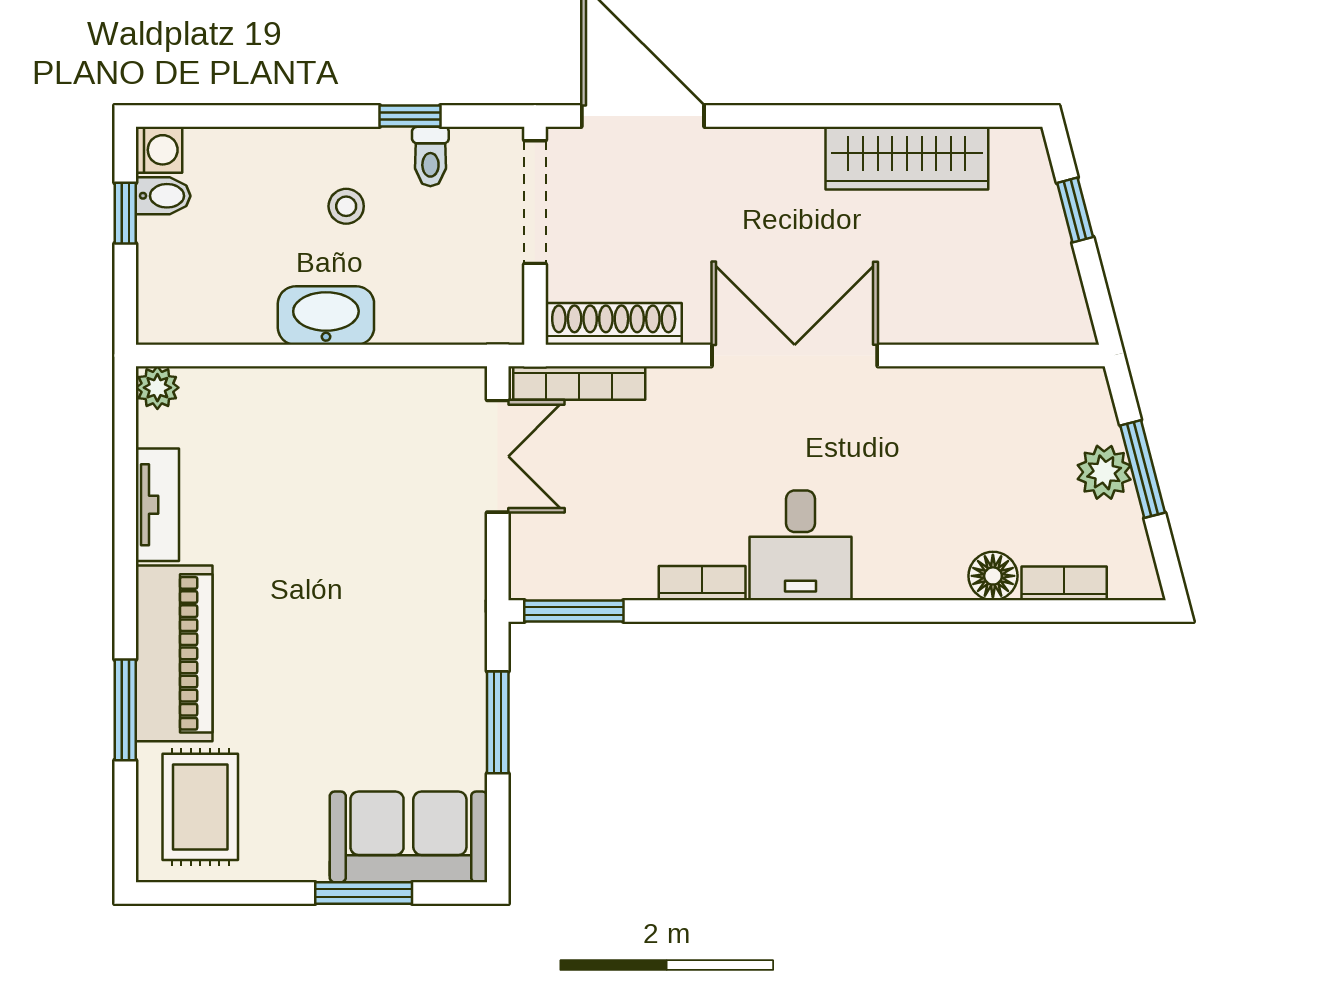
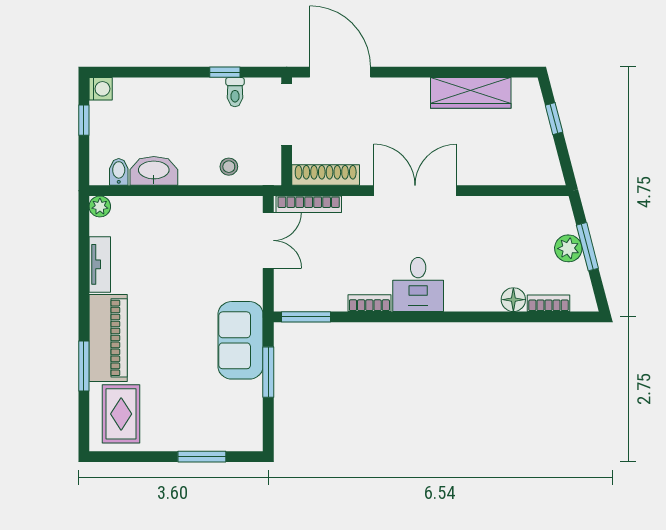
bidet: (163, 196) -> (119, 172), moved, turned -90
stool: (346, 206) -> (229, 167), moved
washbasin: (326, 316) -> (154, 171), moved
sofa: (408, 837) -> (241, 340), moved, turned -90

